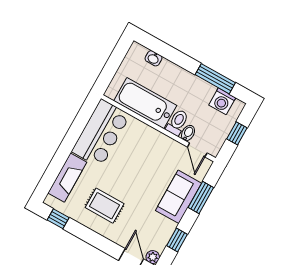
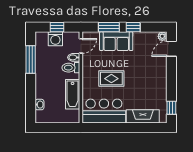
washing machine: (222, 101) -> (55, 39), moved, turned 90
bathtub: (145, 103) -> (73, 94), width x0.73, depth x0.73
rug: (105, 206) -> (111, 79), moved, turned 90
window: (177, 240) -> (133, 27), moved

